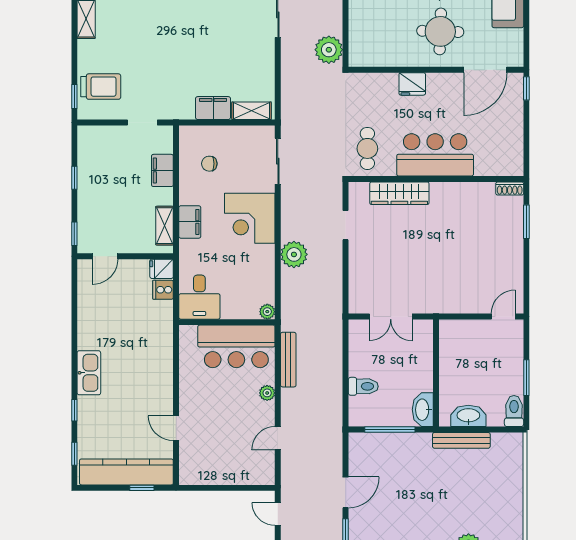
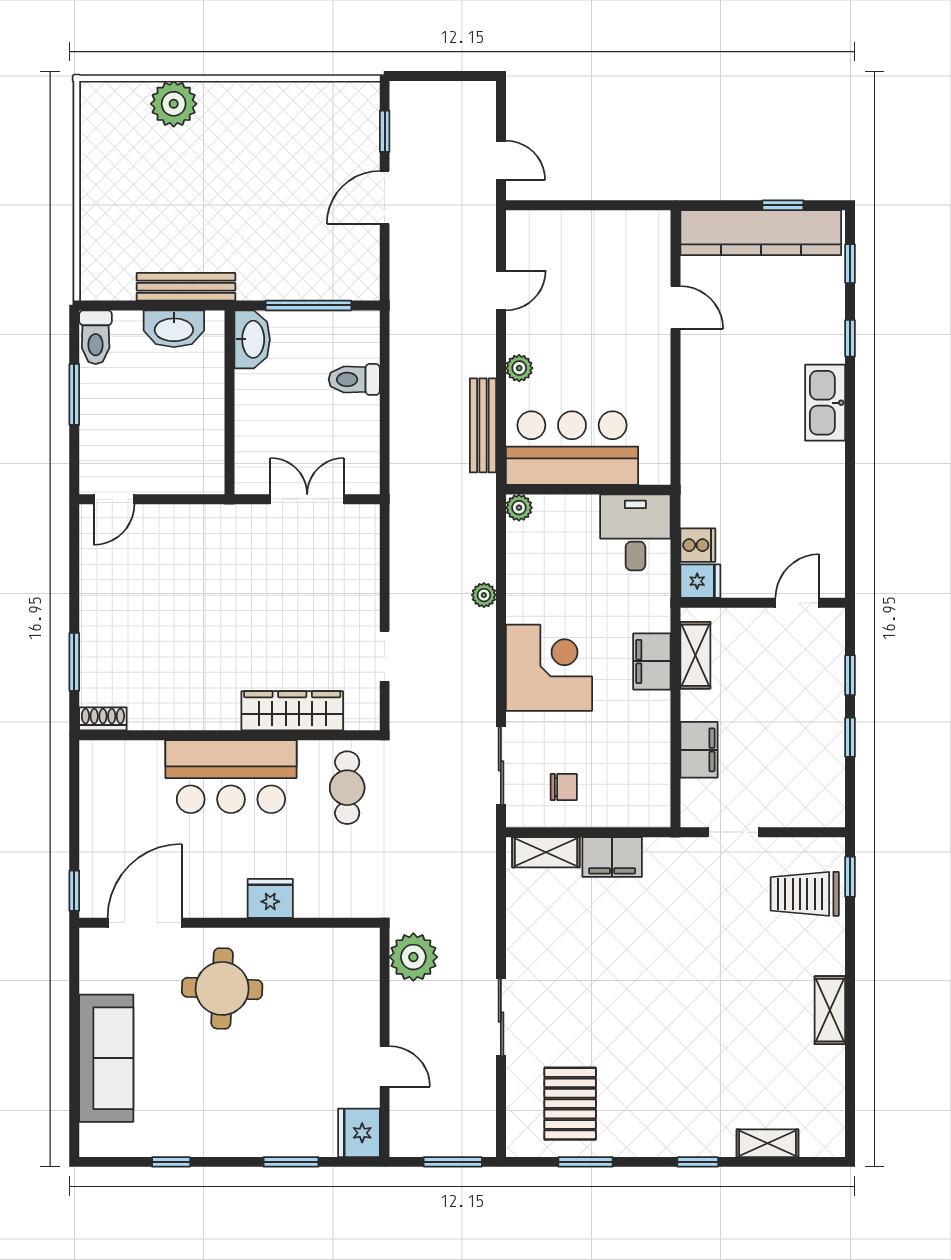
chair: (209, 164) -> (564, 787), moved
window: (74, 234) -> (850, 675), moved
plant: (294, 254) -> (484, 595), width x0.53, depth x0.53
window: (142, 488) -> (783, 205), moved

